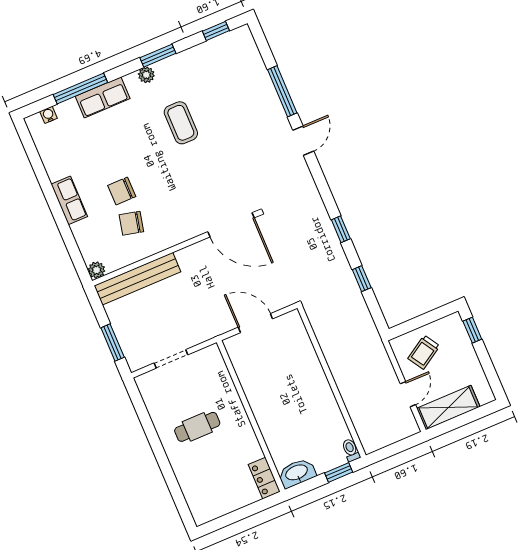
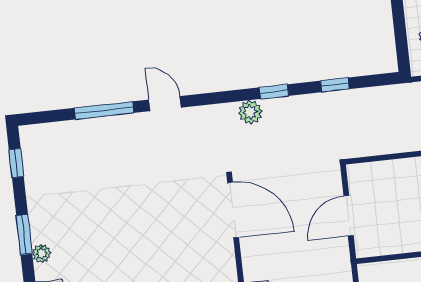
coffee table: (181, 123) -> (105, 231), removed
plant: (318, 214) -> (250, 112), added
door: (231, 225) -> (233, 210), hinge flipped

